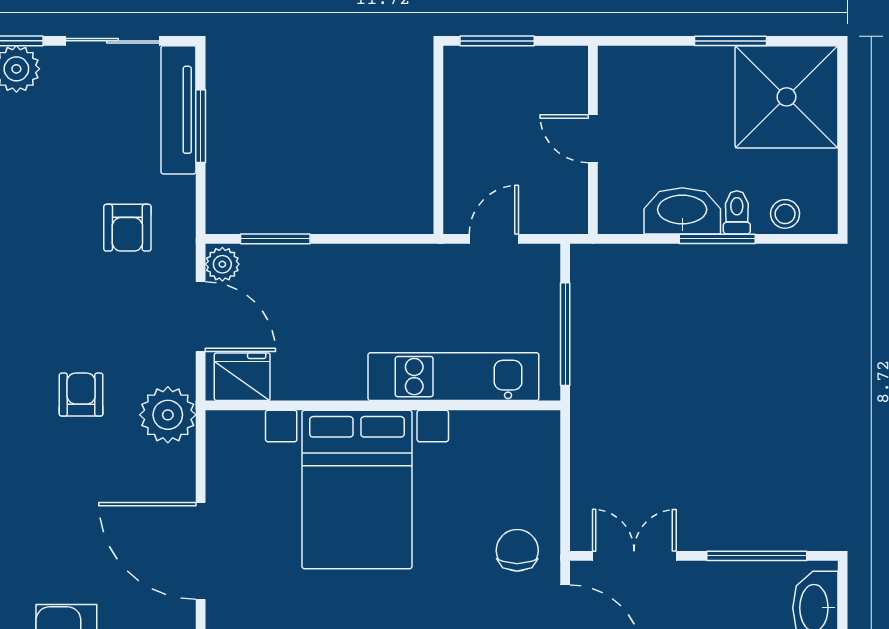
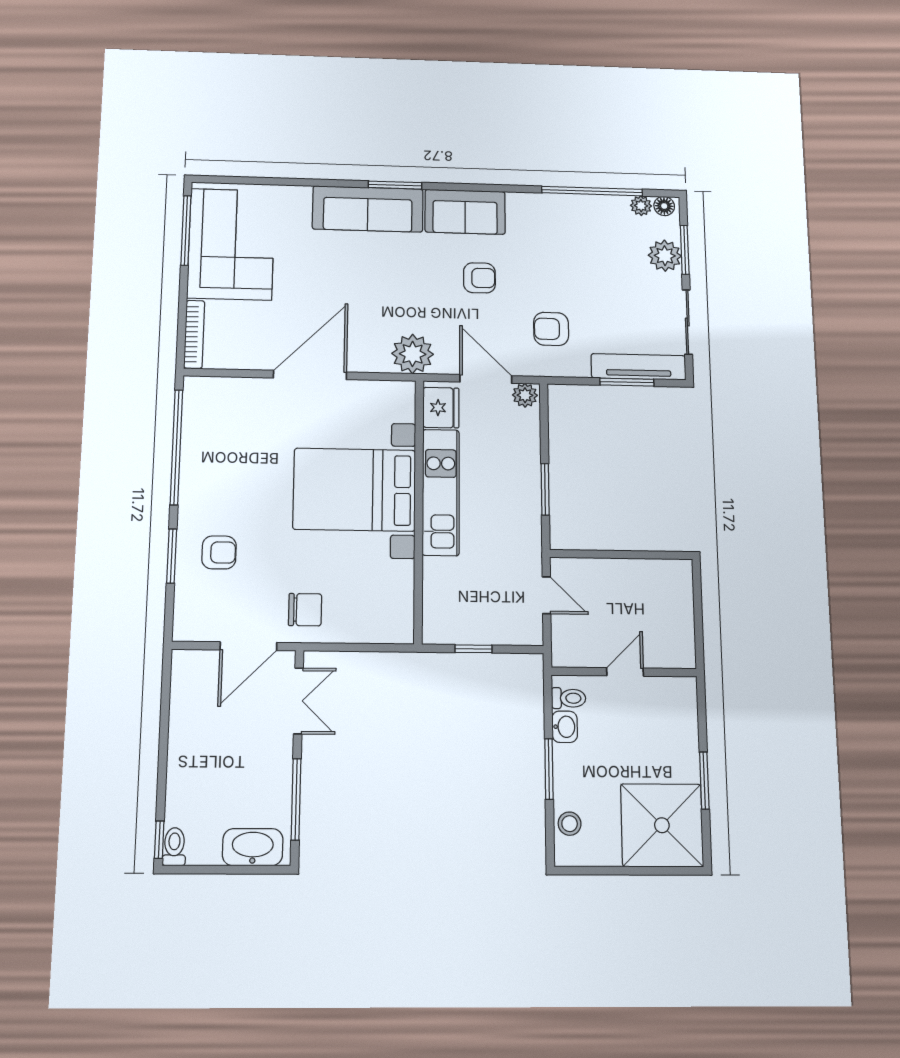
window: (497, 41) -> (698, 600), removed
washbasin: (682, 211) -> (565, 727), width x0.52, depth x0.69
toilet: (737, 212) -> (569, 698), moved
window: (275, 239) -> (545, 489), moved
door: (201, 317) -> (486, 379), swing flipped
window: (565, 334) -> (474, 649), width x0.46
kitchen unit: (453, 377) -> (441, 492), moved
armchair: (81, 395) -> (479, 278), moved

